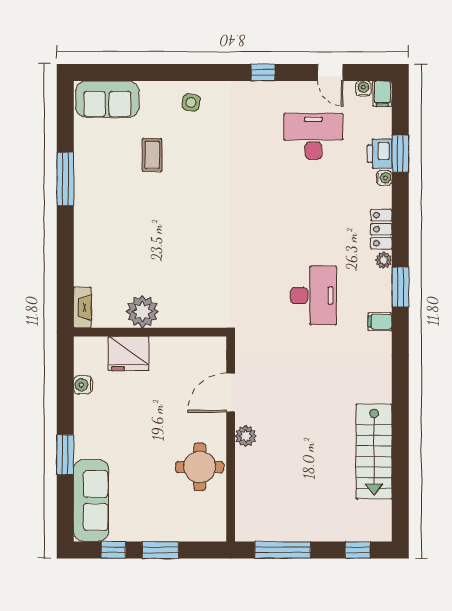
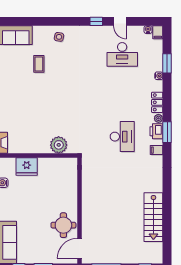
door: (330, 72) -> (120, 21), moved
desk: (313, 136) -> (122, 54), turned 180
printer: (380, 154) -> (156, 131), moved
plant: (142, 312) -> (59, 145), moved
door: (231, 393) -> (79, 248), moved
plant: (246, 436) -> (87, 209), removed

